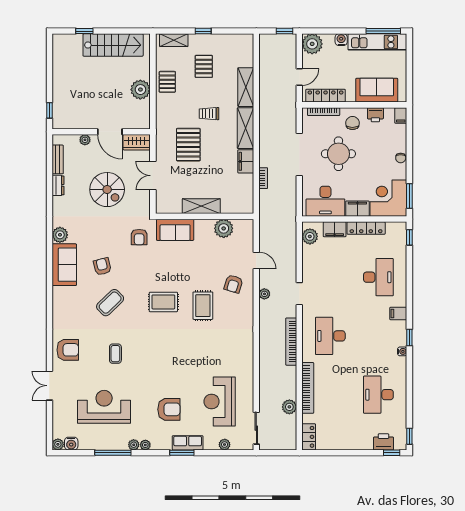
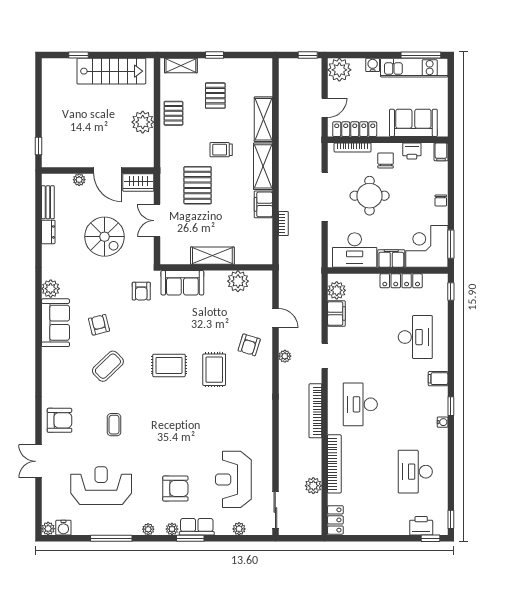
filing cabinet: (335, 229) -> (336, 314), moved, turned -90
plant: (134, 445) -> (172, 529), moved

